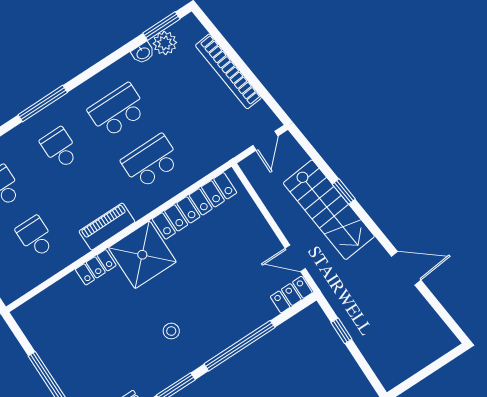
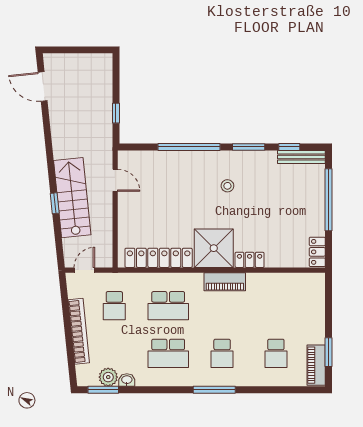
school desk: (36, 237) -> (114, 306), moved
door: (406, 268) -> (43, 86), moved
locker: (291, 295) -> (317, 252), moved, turned 90

